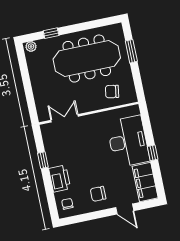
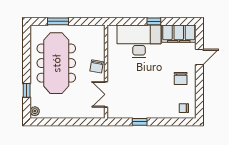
chair: (112, 92) -> (97, 66), moved
printer: (60, 179) -> (160, 110), removed

